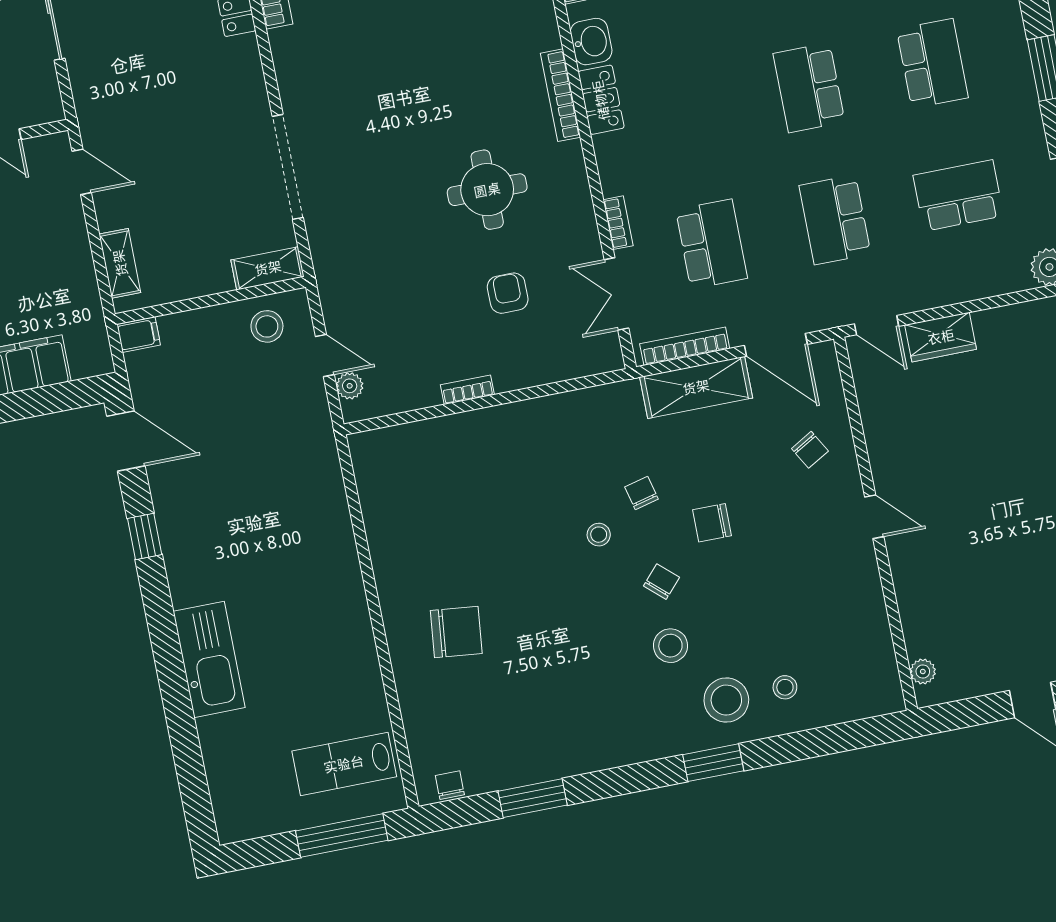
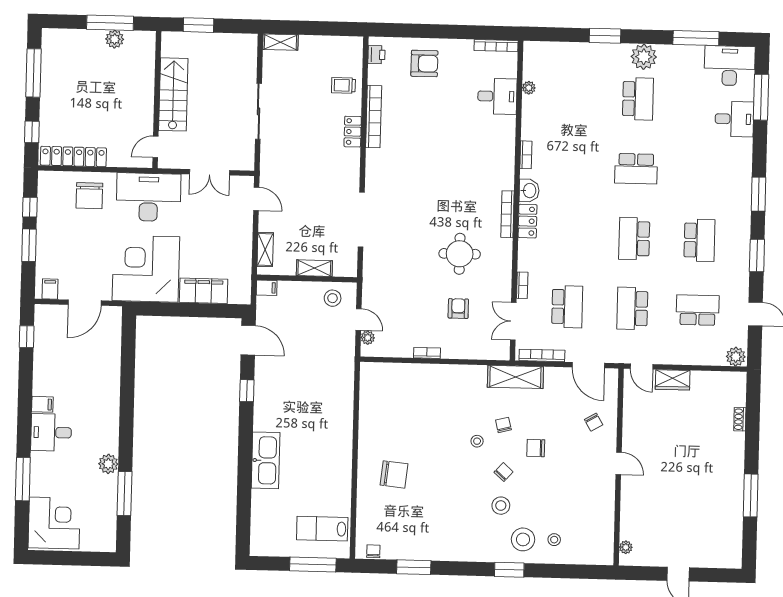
shelving: (268, 268) -> (314, 268), moved
shelving: (696, 387) -> (515, 377), moved

